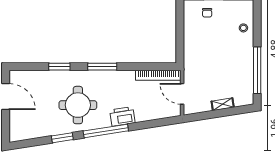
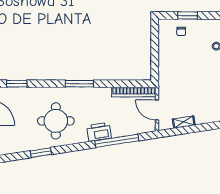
window: (59, 67) -> (17, 84), moved
shelving: (223, 104) -> (184, 122), moved
window: (106, 131) -> (117, 141), moved

